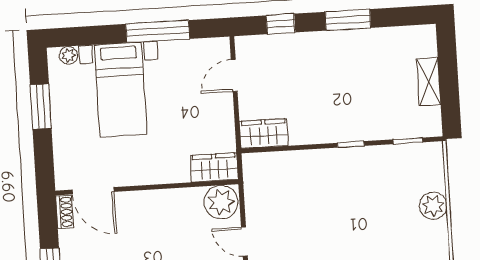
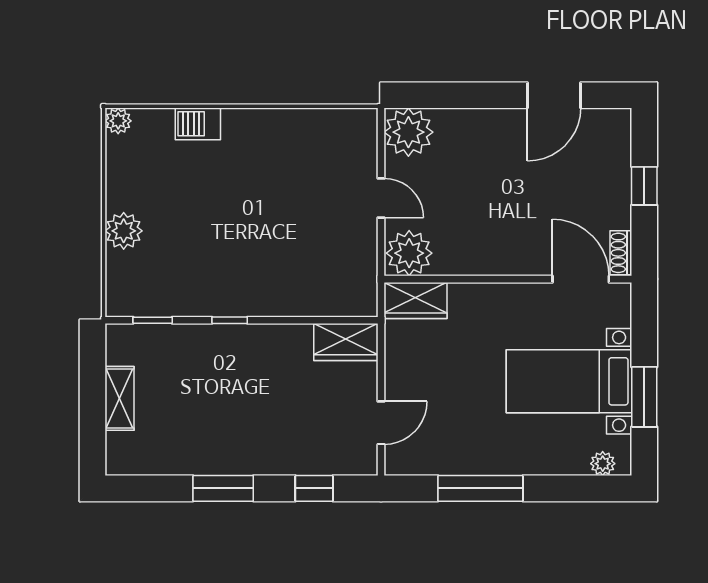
bed with nightstands: (121, 90) -> (569, 381), moved, turned -90

